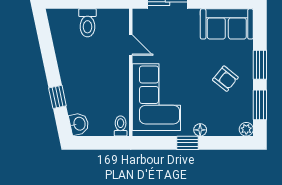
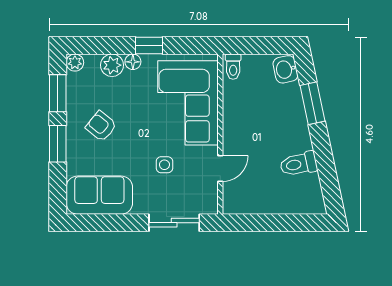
toilet: (87, 23) -> (299, 164), moved, turned -102
door: (131, 45) -> (220, 168), swing flipped
side table: (175, 48) -> (164, 165), added
window: (57, 97) -> (313, 103), width x1.50
plant: (217, 127) -> (112, 65), added

